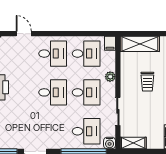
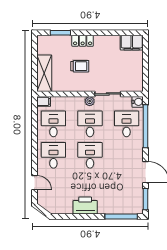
door: (24, 34) -> (35, 183), swing flipped
plant: (110, 77) -> (90, 101), moved
shelving: (133, 143) -> (138, 80), removed

